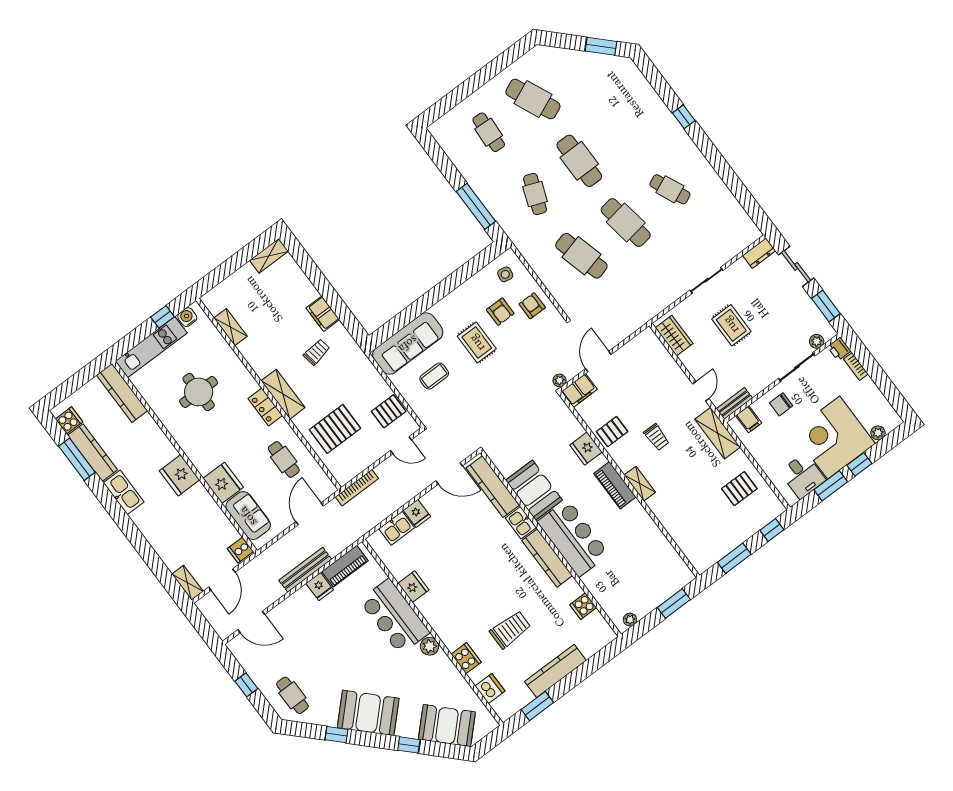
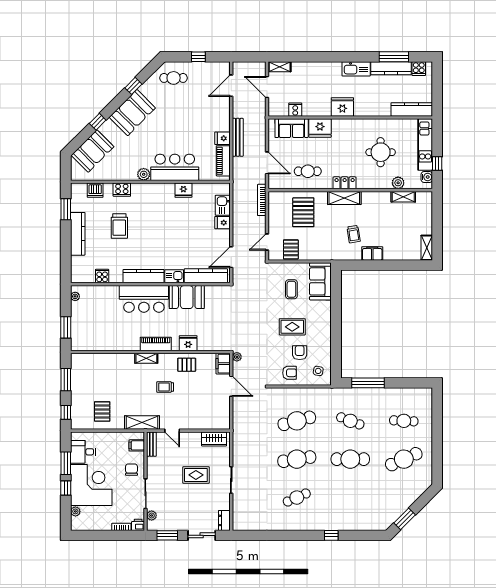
armchair: (500, 312) -> (300, 353), turned 90
sofa: (408, 344) -> (320, 281), width x0.73
plant: (219, 345) -> (398, 183), added
pallet: (612, 432) -> (187, 365), turned 90
cooker: (240, 550) -> (295, 110), moved

